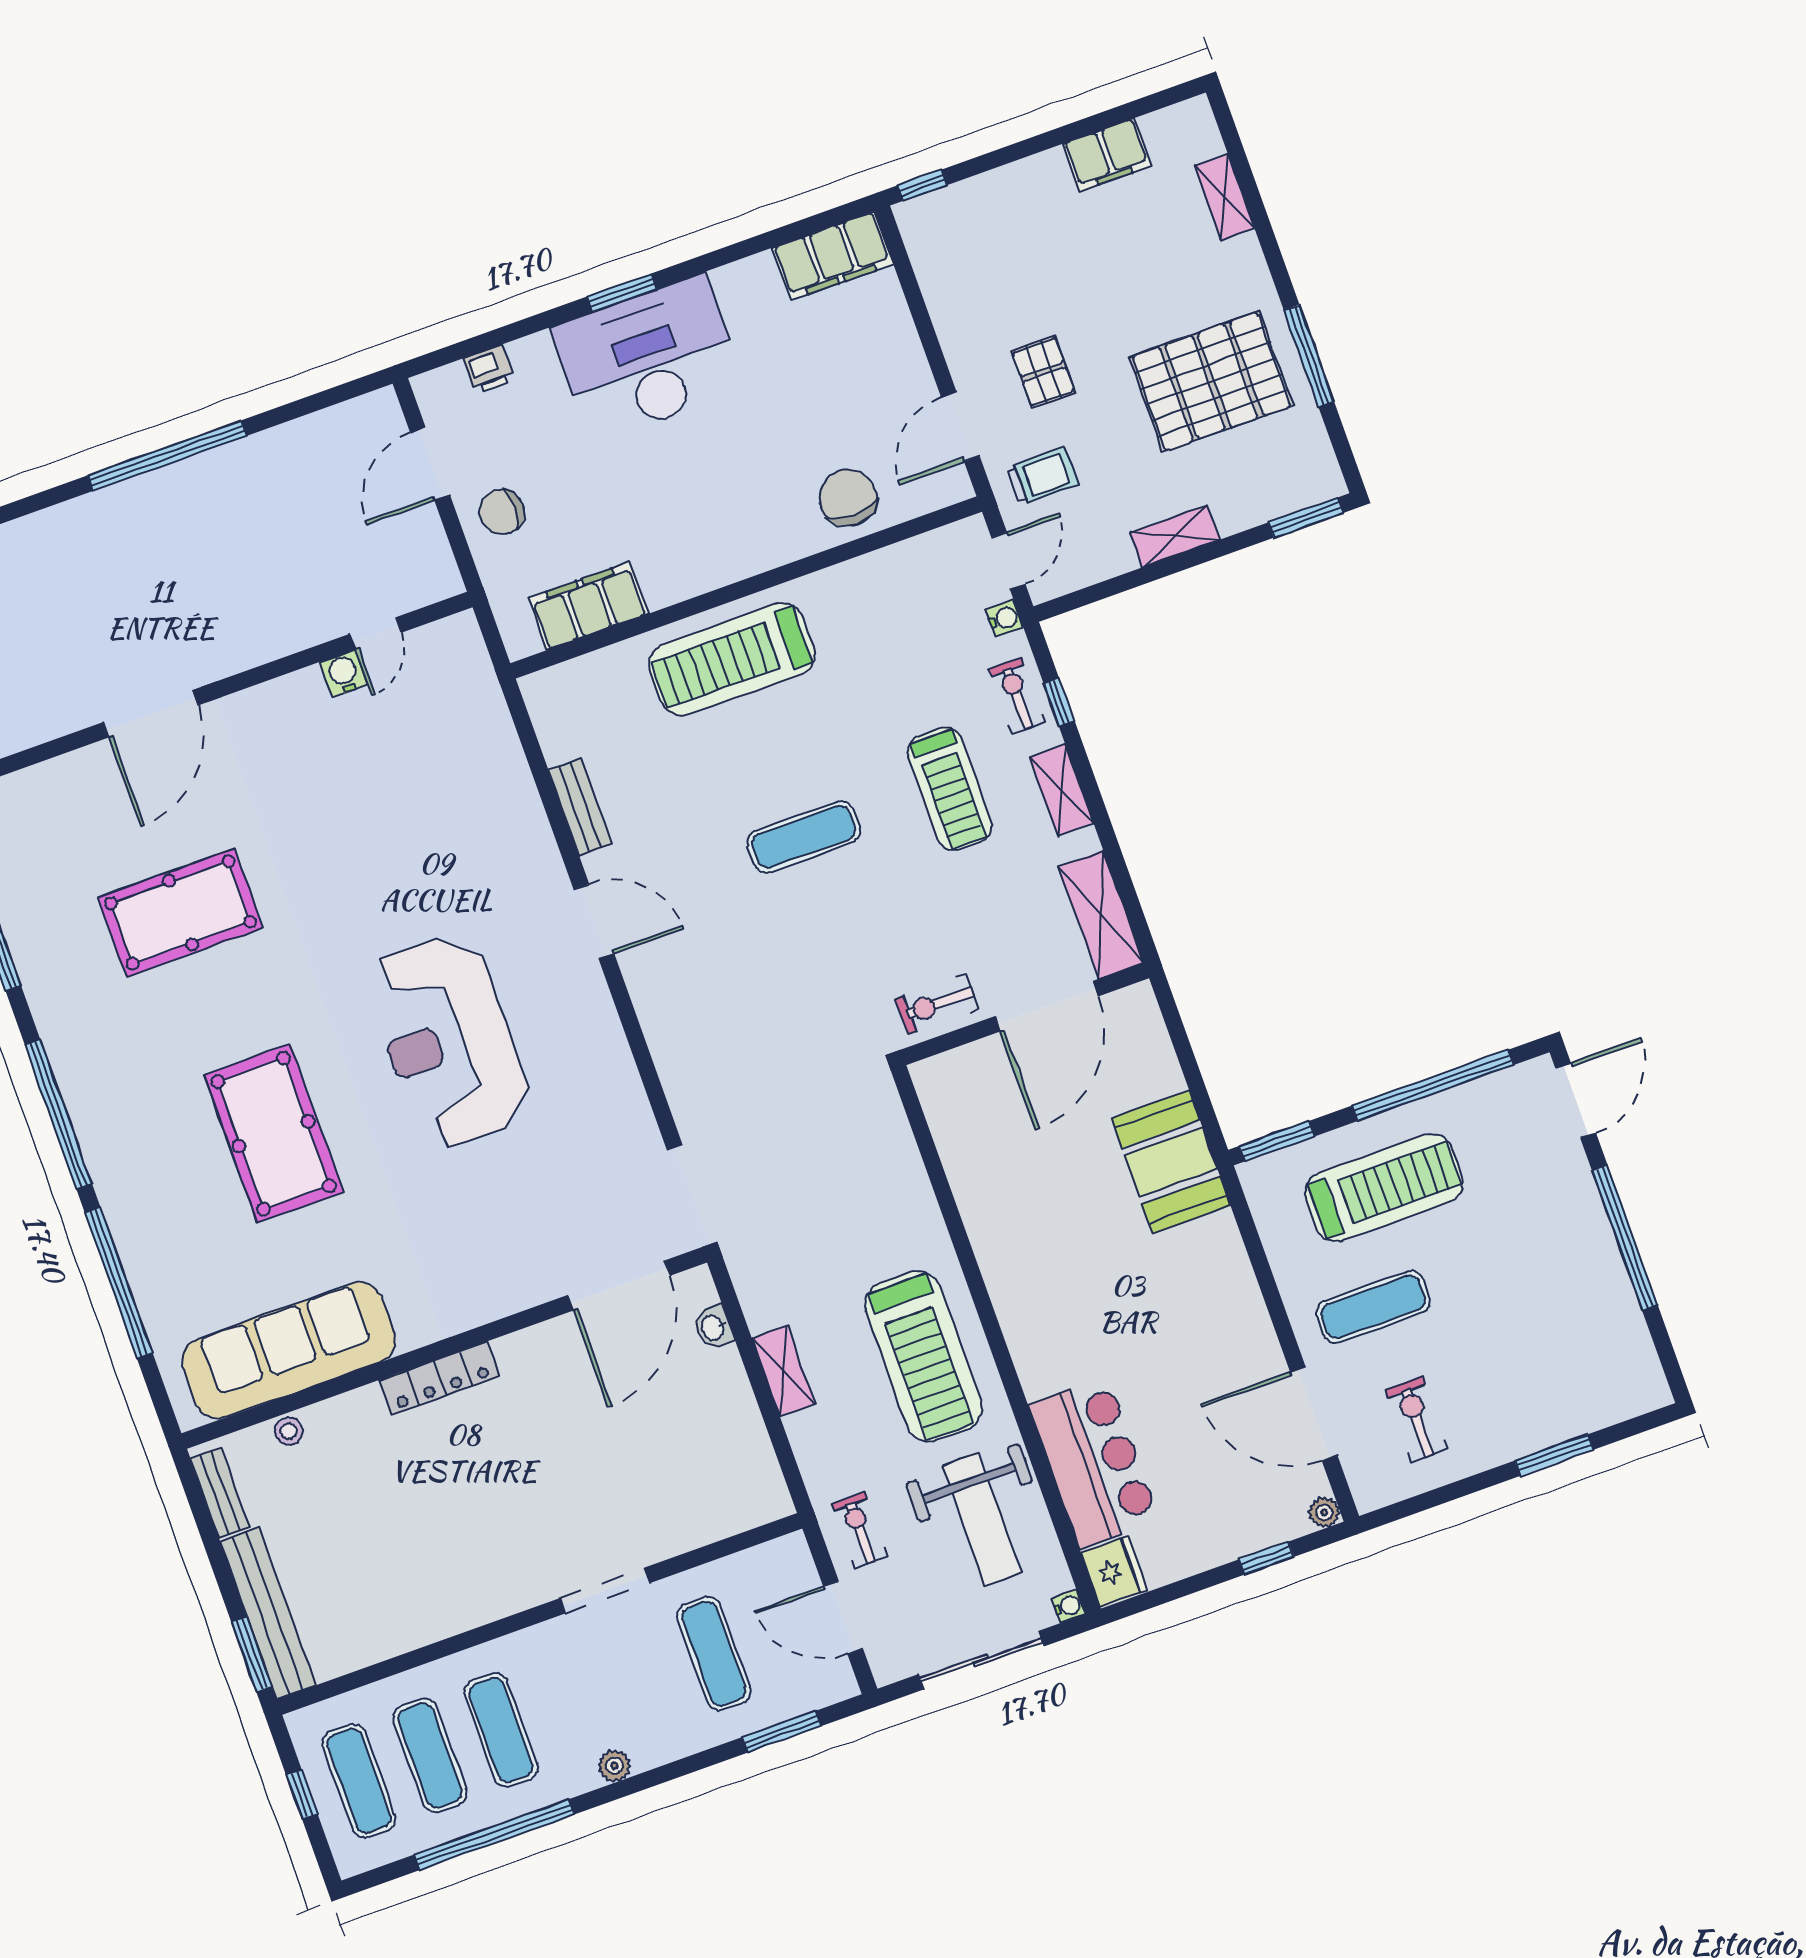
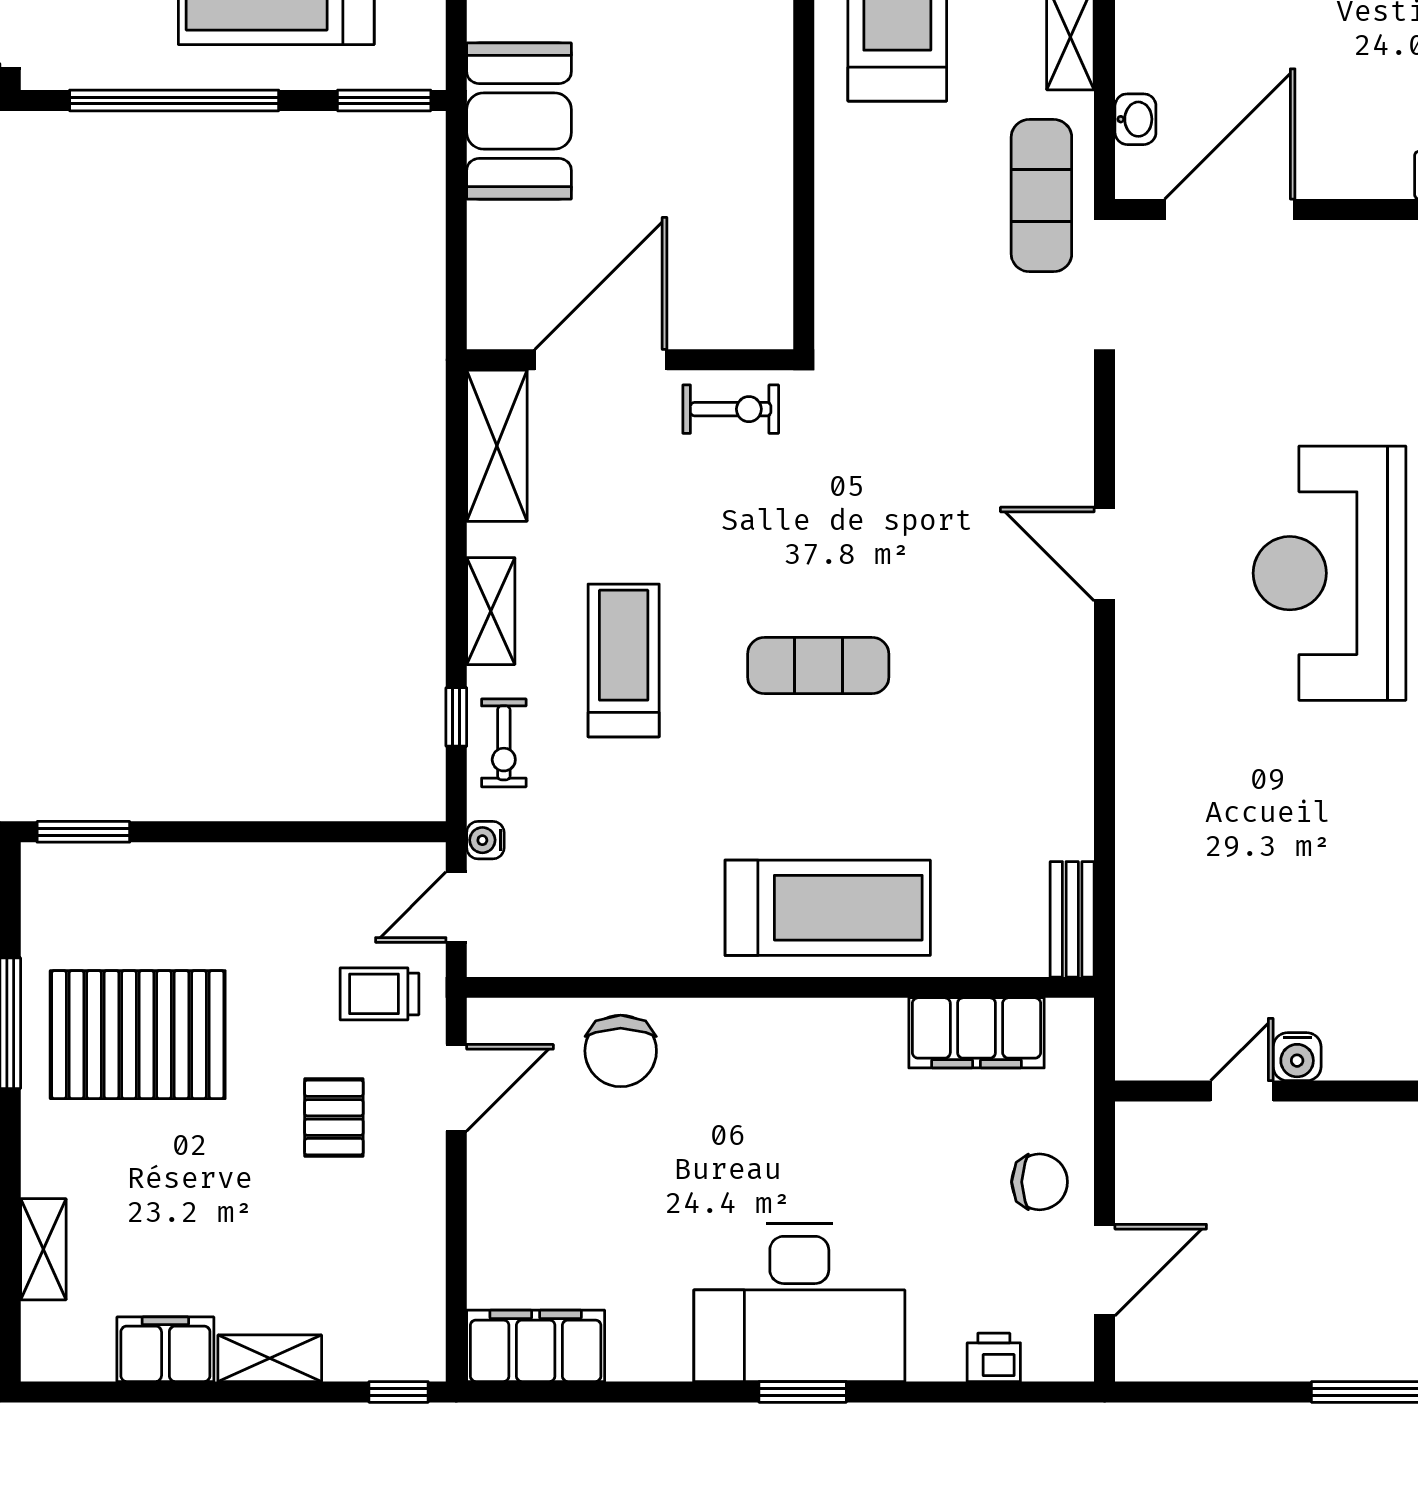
shelving: (1175, 536) -> (270, 1358), moved
bench: (580, 807) -> (1072, 919), moved
door: (594, 921) -> (1105, 554), moved
reception desk: (448, 1041) -> (1329, 573), turned 180
exercise mat: (763, 1245) -> (1041, 196), added

